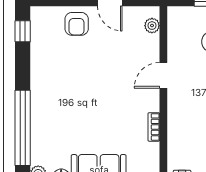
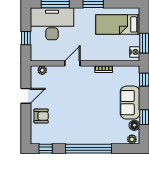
door: (163, 75) -> (72, 63), swing flipped
window: (23, 128) -> (89, 149), moved

